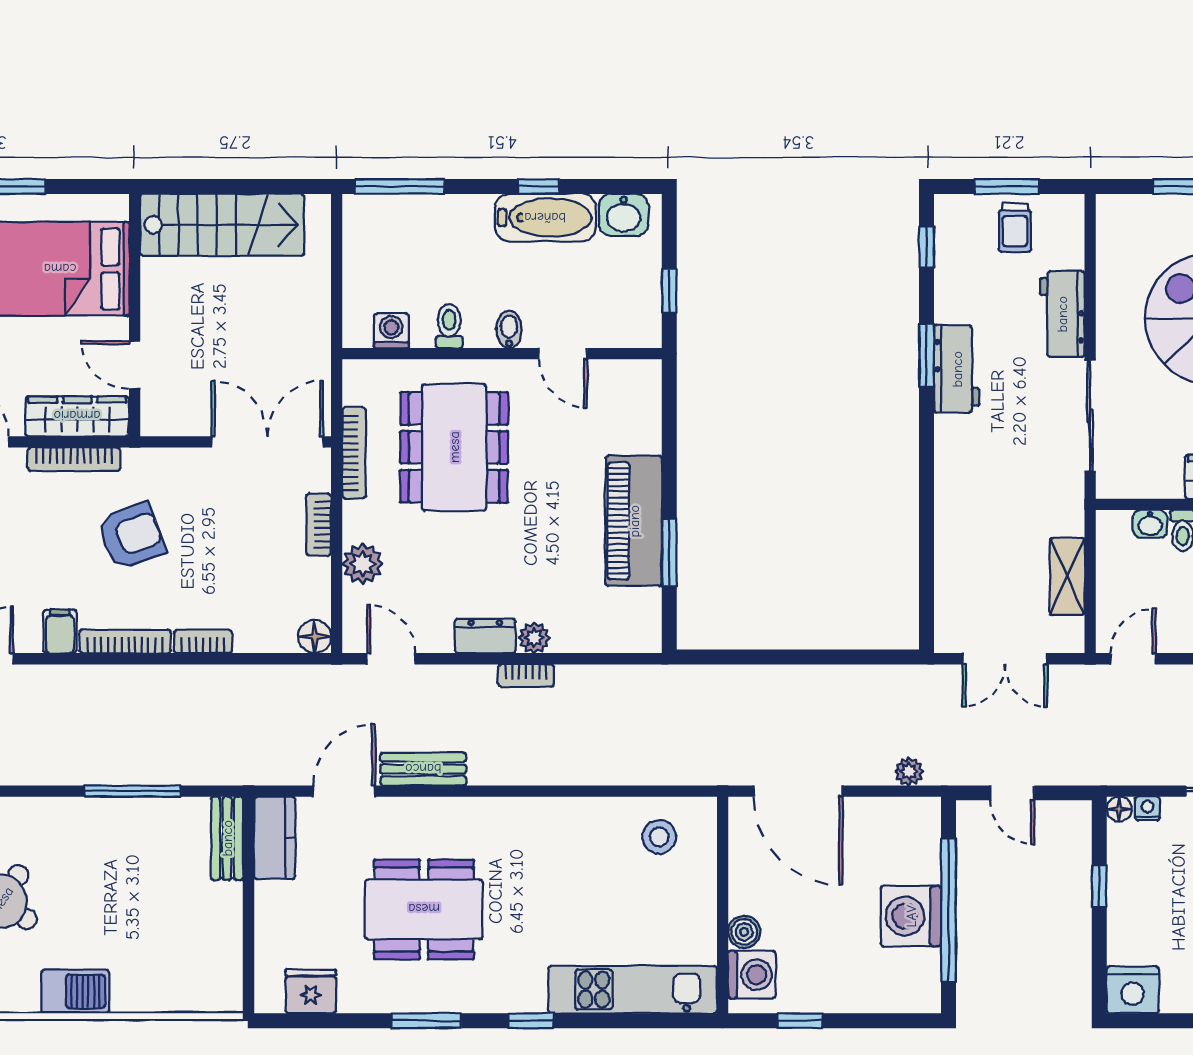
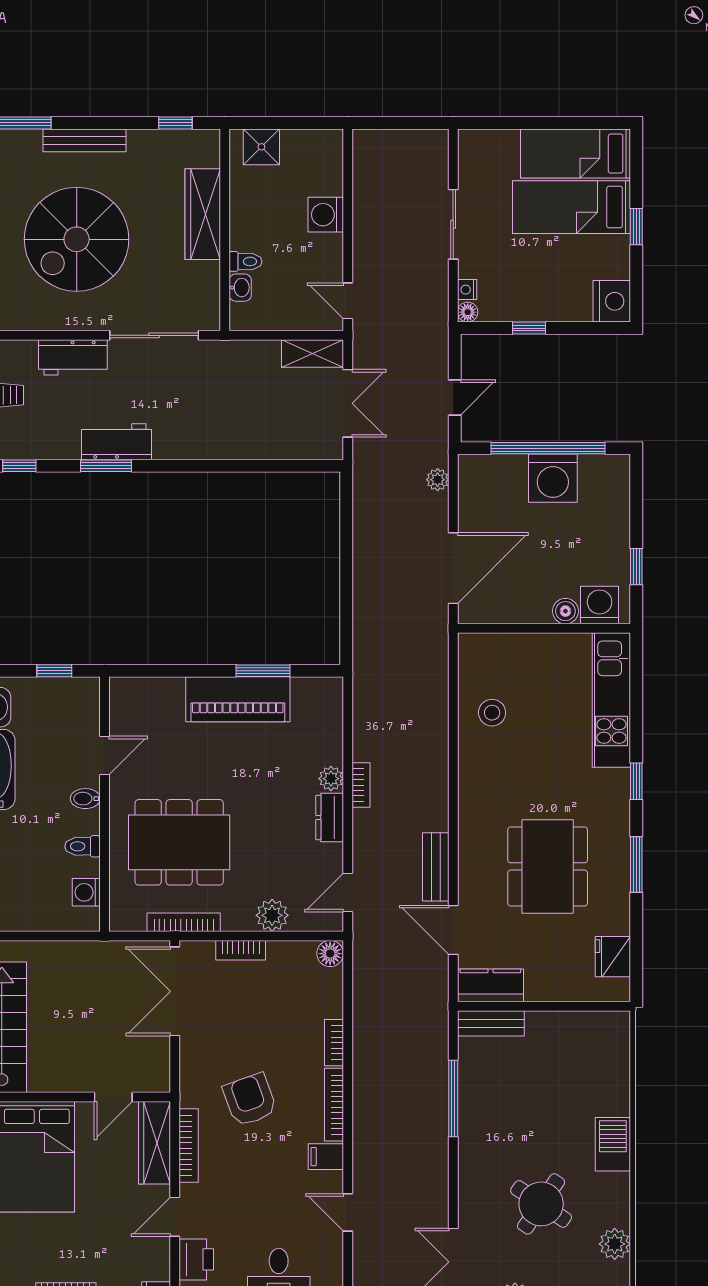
shelving: (1067, 576) -> (313, 354), moved
stool: (659, 837) -> (492, 713), moved

